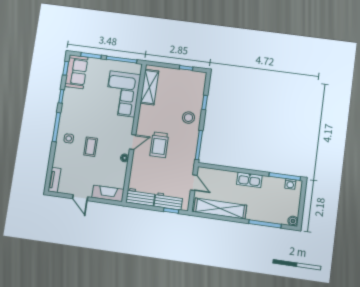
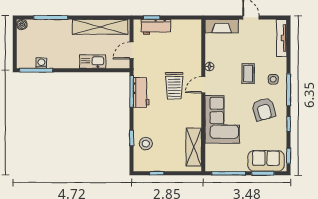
sofa: (76, 72) -> (266, 161), moved, turned 90
corner sofa: (122, 94) -> (222, 119), moved
armchair: (81, 113) -> (264, 109), added
stool: (188, 118) -> (146, 144), moved
trolley: (159, 145) -> (174, 86), turned 180
tv unit: (54, 180) -> (282, 38), width x1.41
kitchen sink: (249, 180) -> (93, 62), moved
door: (194, 183) -> (132, 50), hinge flipped
washing machine: (290, 184) -> (41, 63), moved
workbench: (140, 197) -> (141, 93), moved, turned -90

